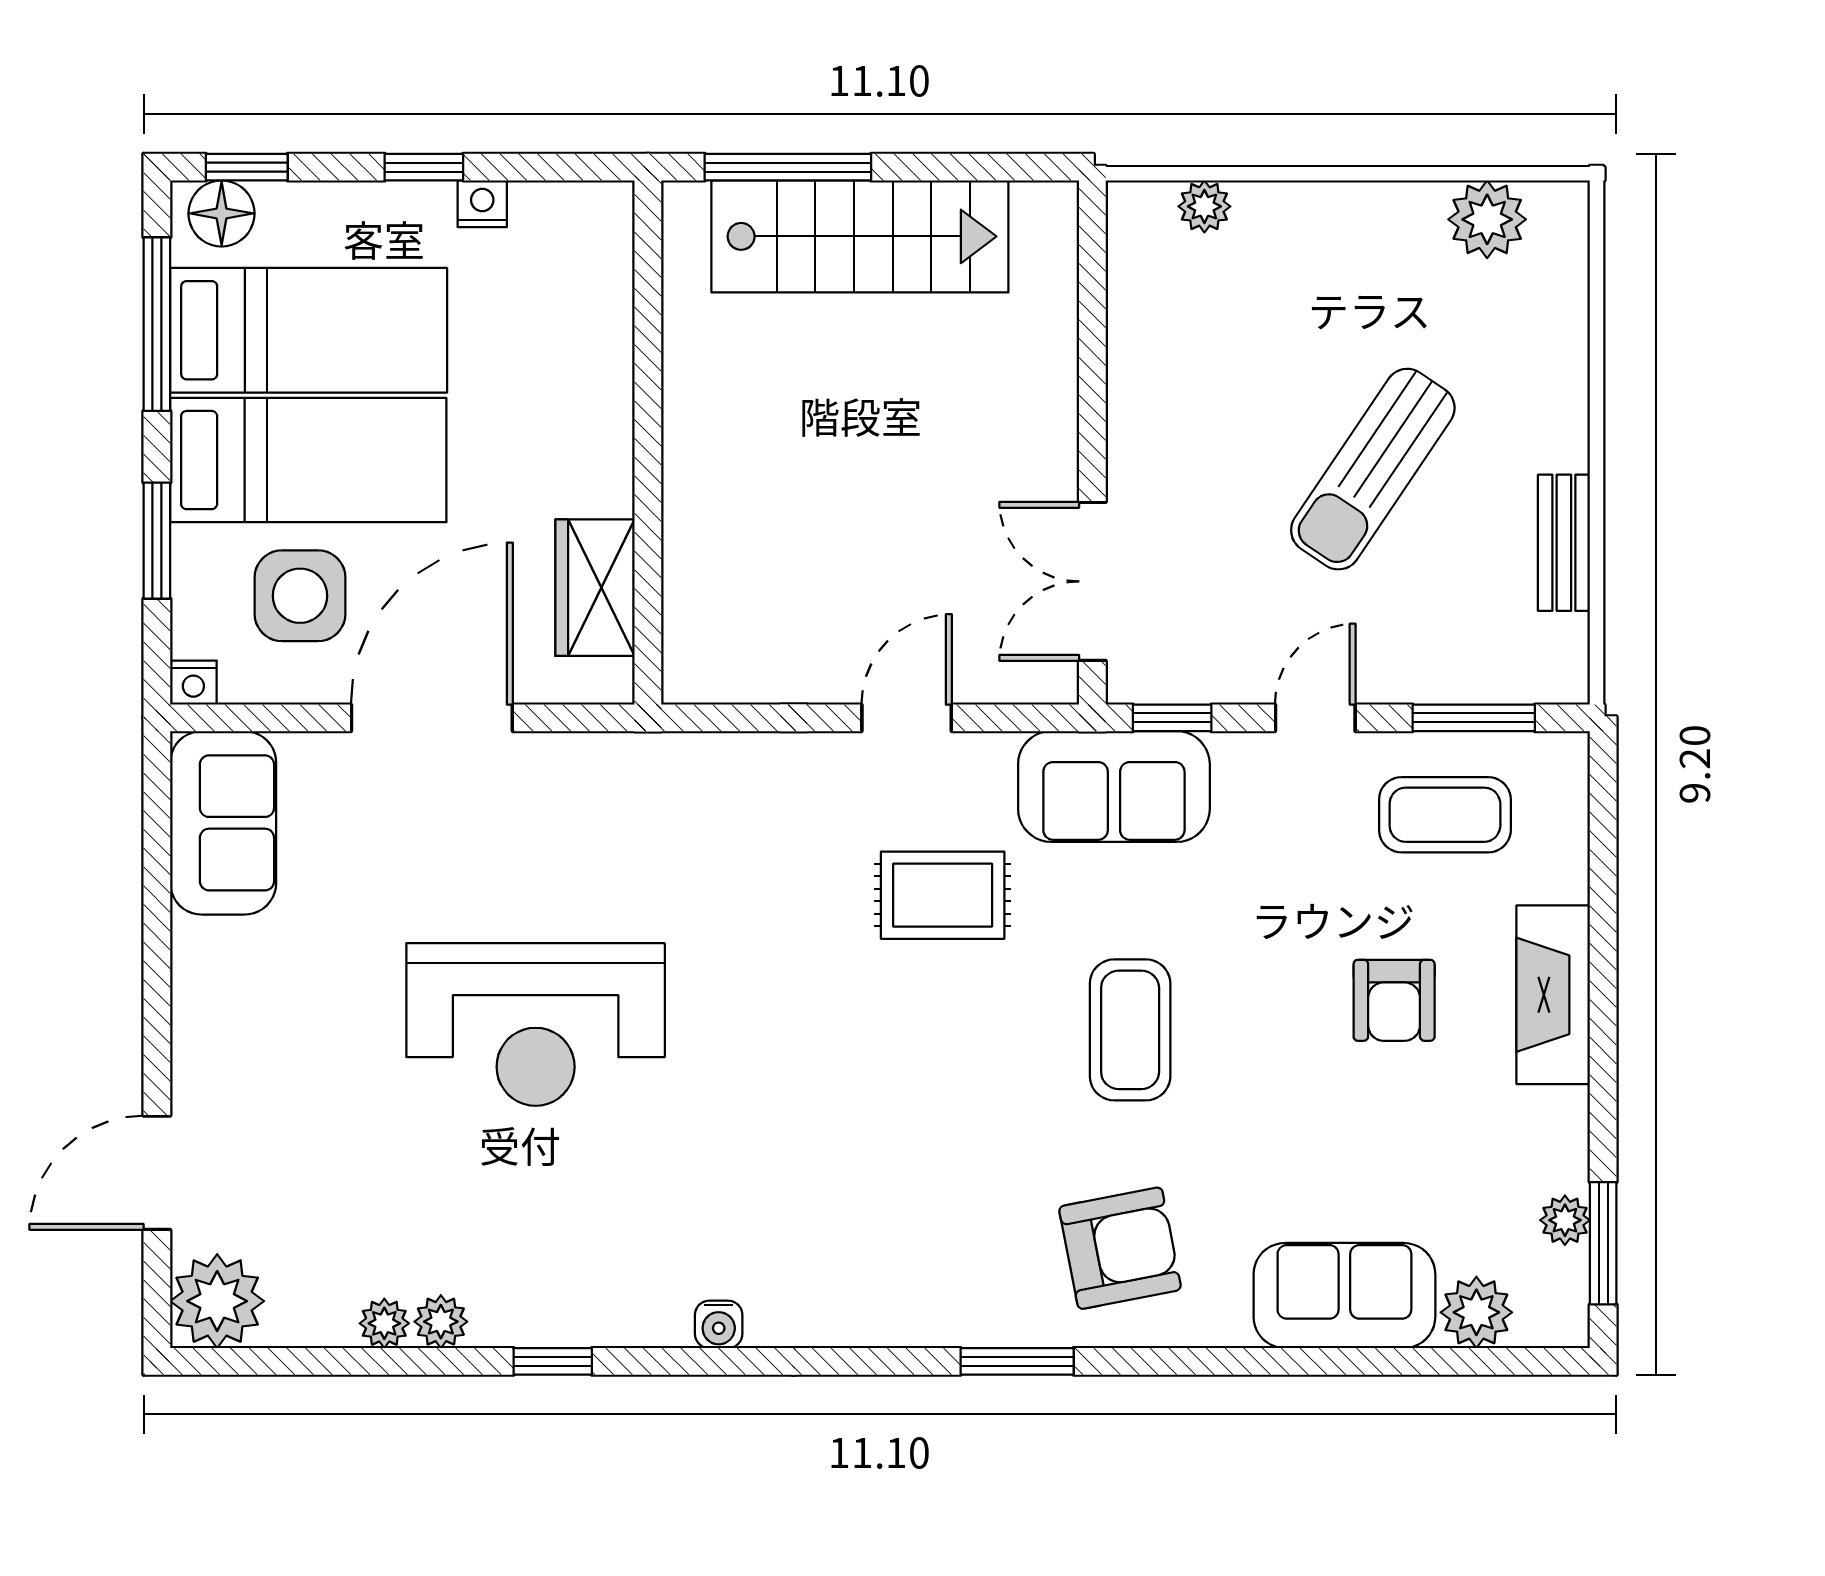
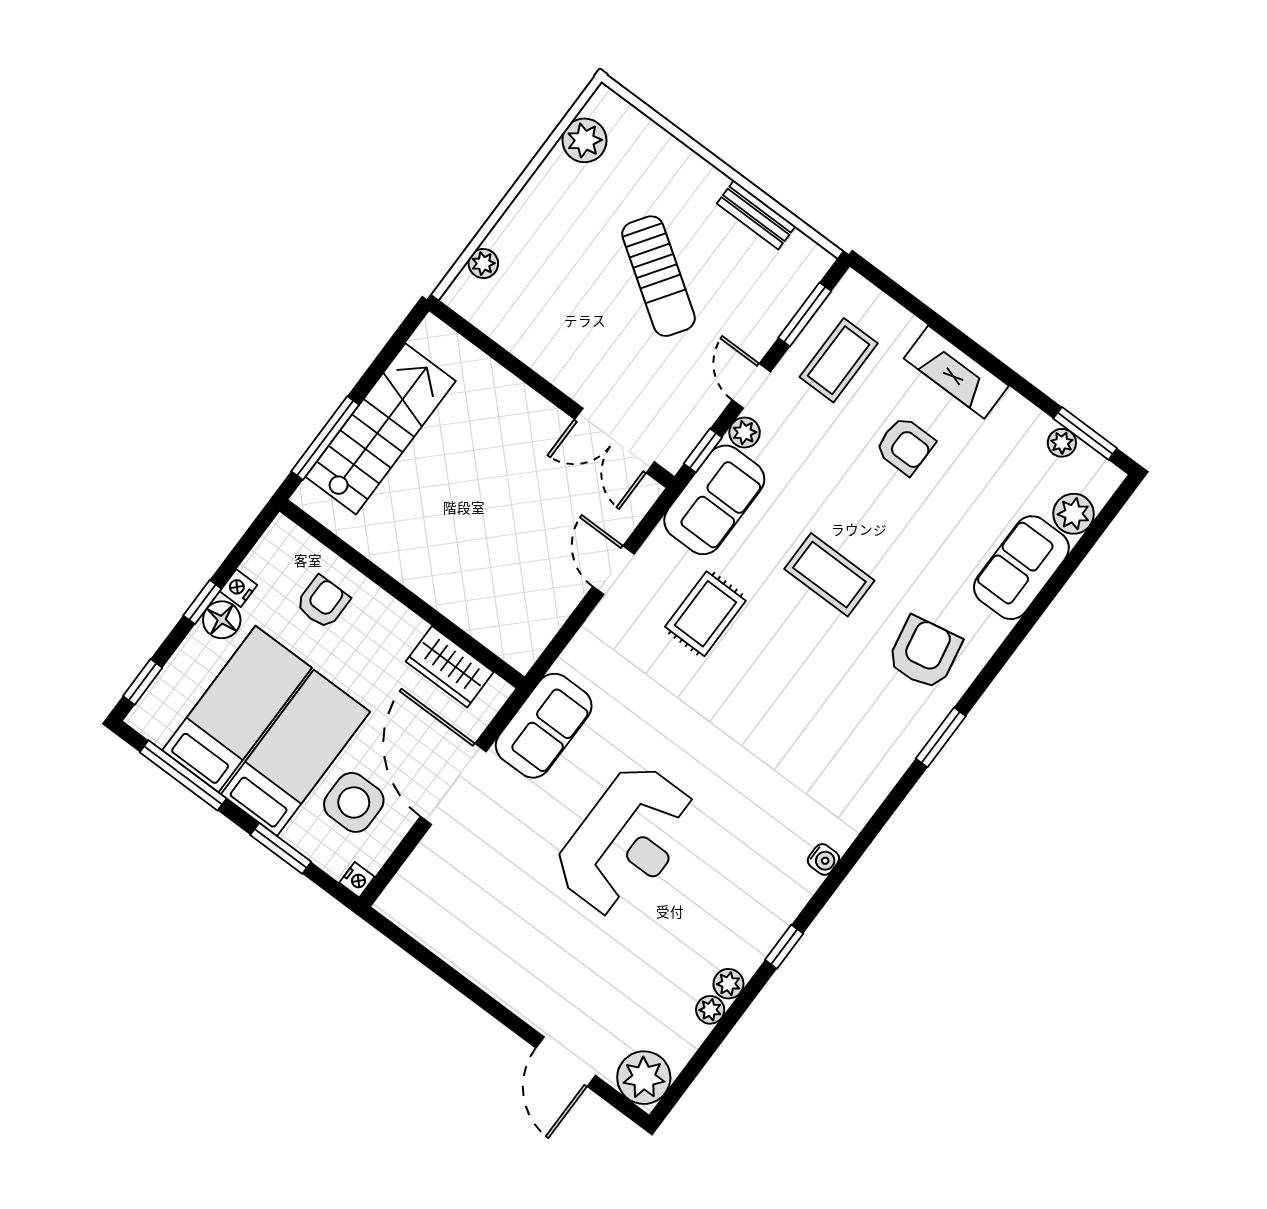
floor lamp: (222, 213) -> (222, 620), moved
armchair: (552, 339) -> (323, 602), added
plant: (1242, 758) -> (745, 433), added
sofa: (223, 823) -> (544, 726), moved, turned 90

